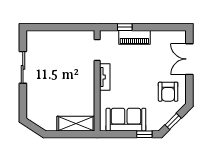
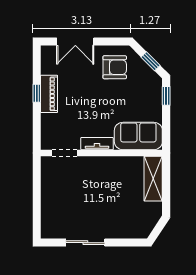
window: (125, 27) -> (37, 93), moved
piano: (134, 37) -> (49, 94), moved
sofa: (126, 120) -> (138, 136), moved, turned 90

